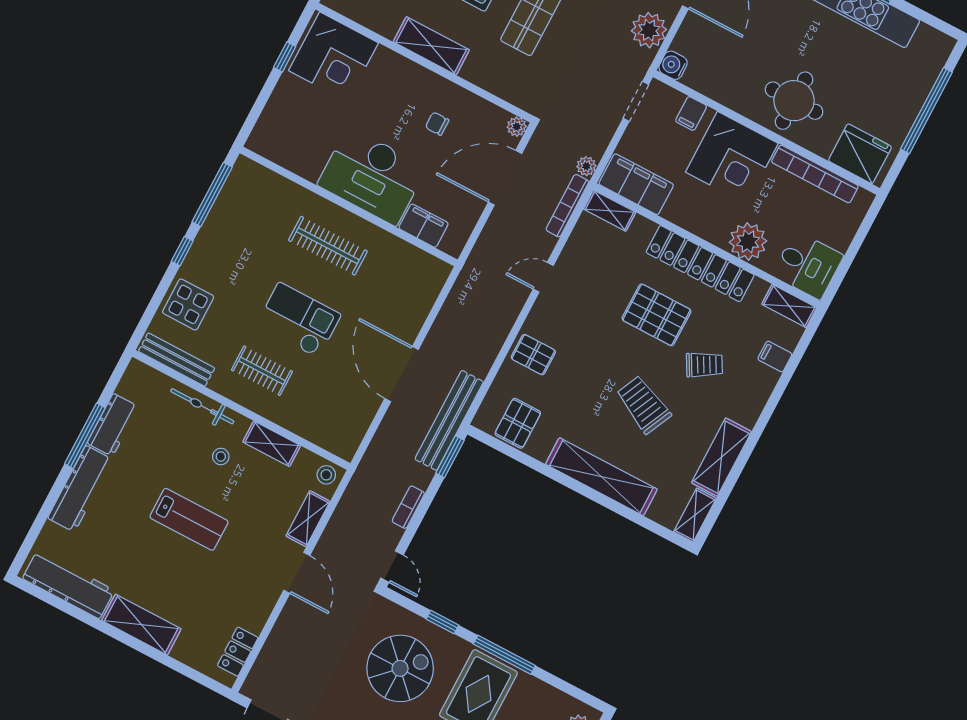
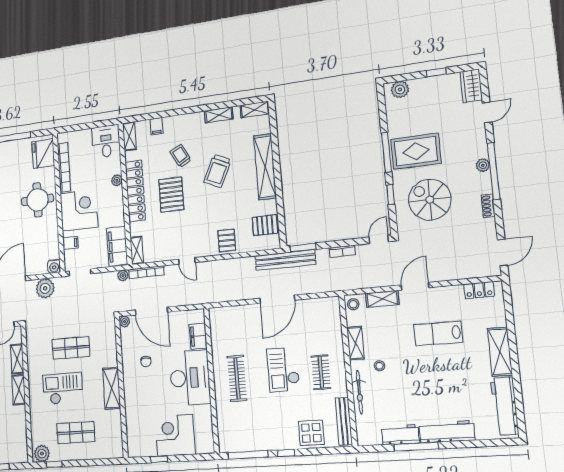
corner desk: (334, 57) -> (175, 435), moved, turned -90
plant: (748, 242) -> (117, 180), width x0.53, depth x0.53
shelving: (721, 457) -> (219, 115), width x0.67, depth x0.75
lab bench: (189, 519) -> (438, 334), moved, turned -90

